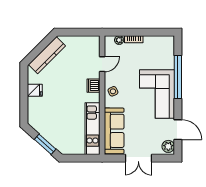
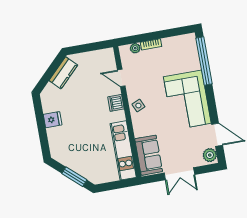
kitchen counter: (47, 55) -> (63, 73), width x0.67
door: (102, 64) -> (121, 78), swing flipped
window: (178, 77) -> (204, 61), moved
sofa: (114, 131) -> (149, 155), width x0.73

